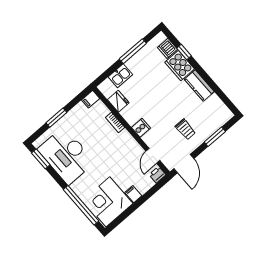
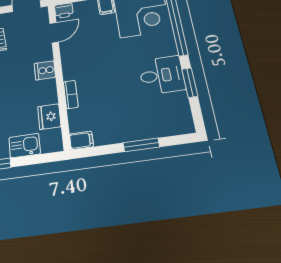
desk: (66, 156) -> (162, 75), width x0.53, depth x0.77
window: (41, 159) -> (190, 83), moved

